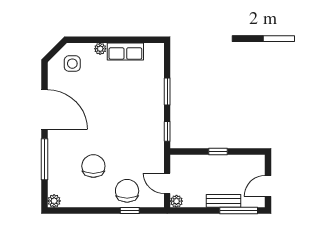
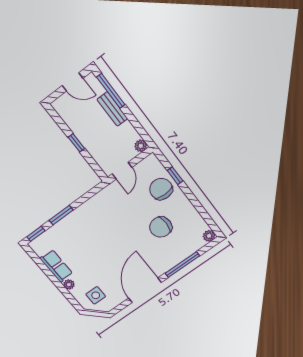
window: (167, 131) -> (36, 234), moved
door: (167, 183) -> (122, 171), moved
chair: (127, 191) -> (161, 189), turned 90

